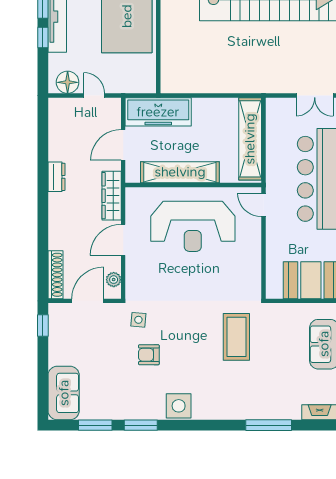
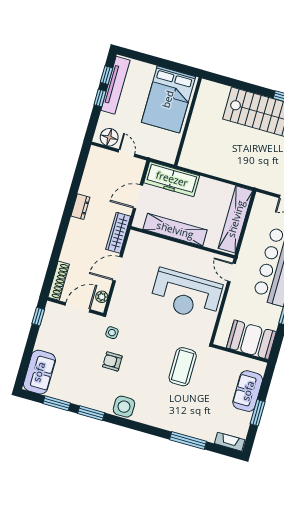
reception desk: (193, 226) -> (186, 295), moved

